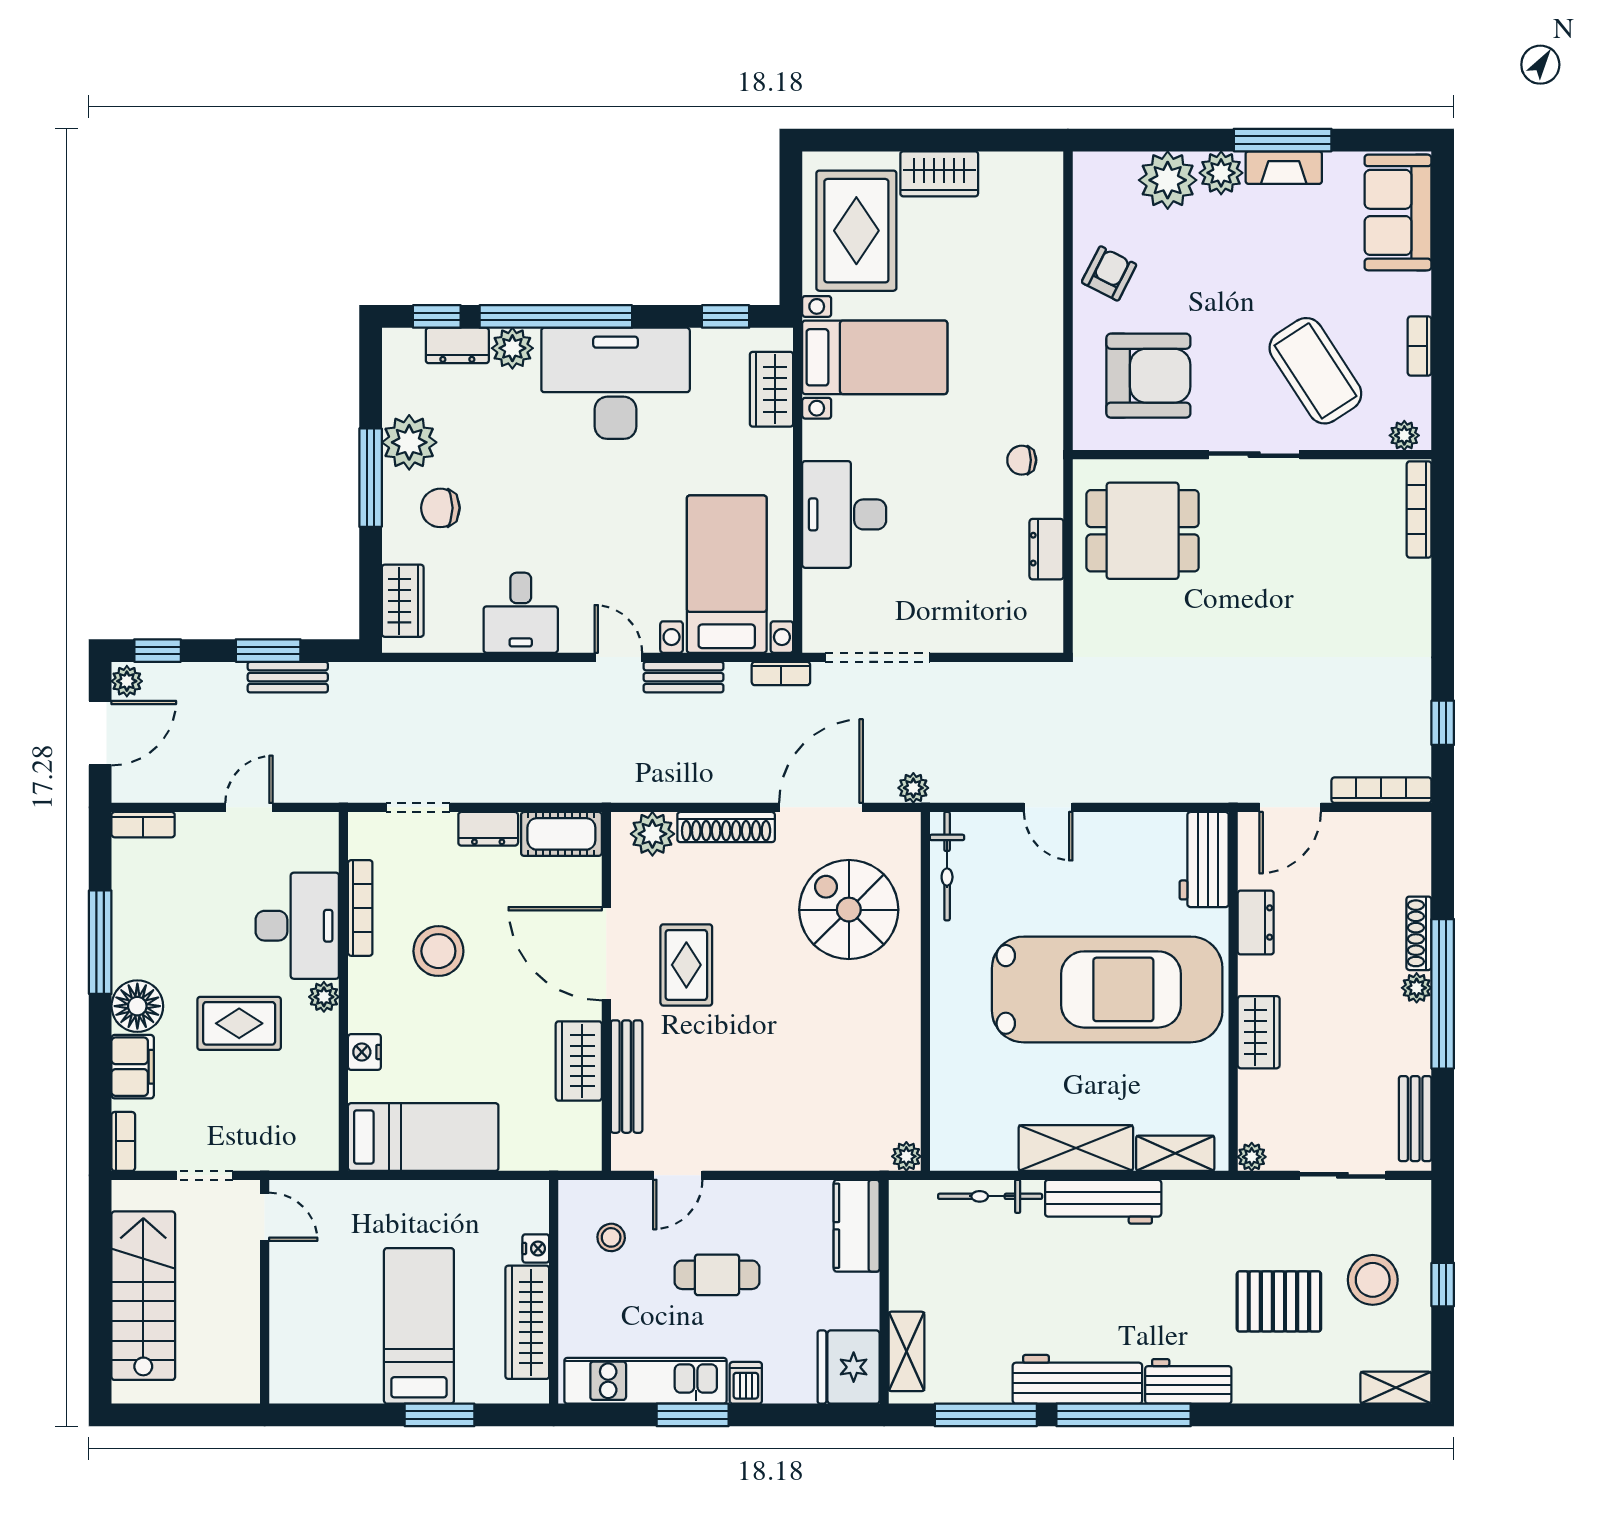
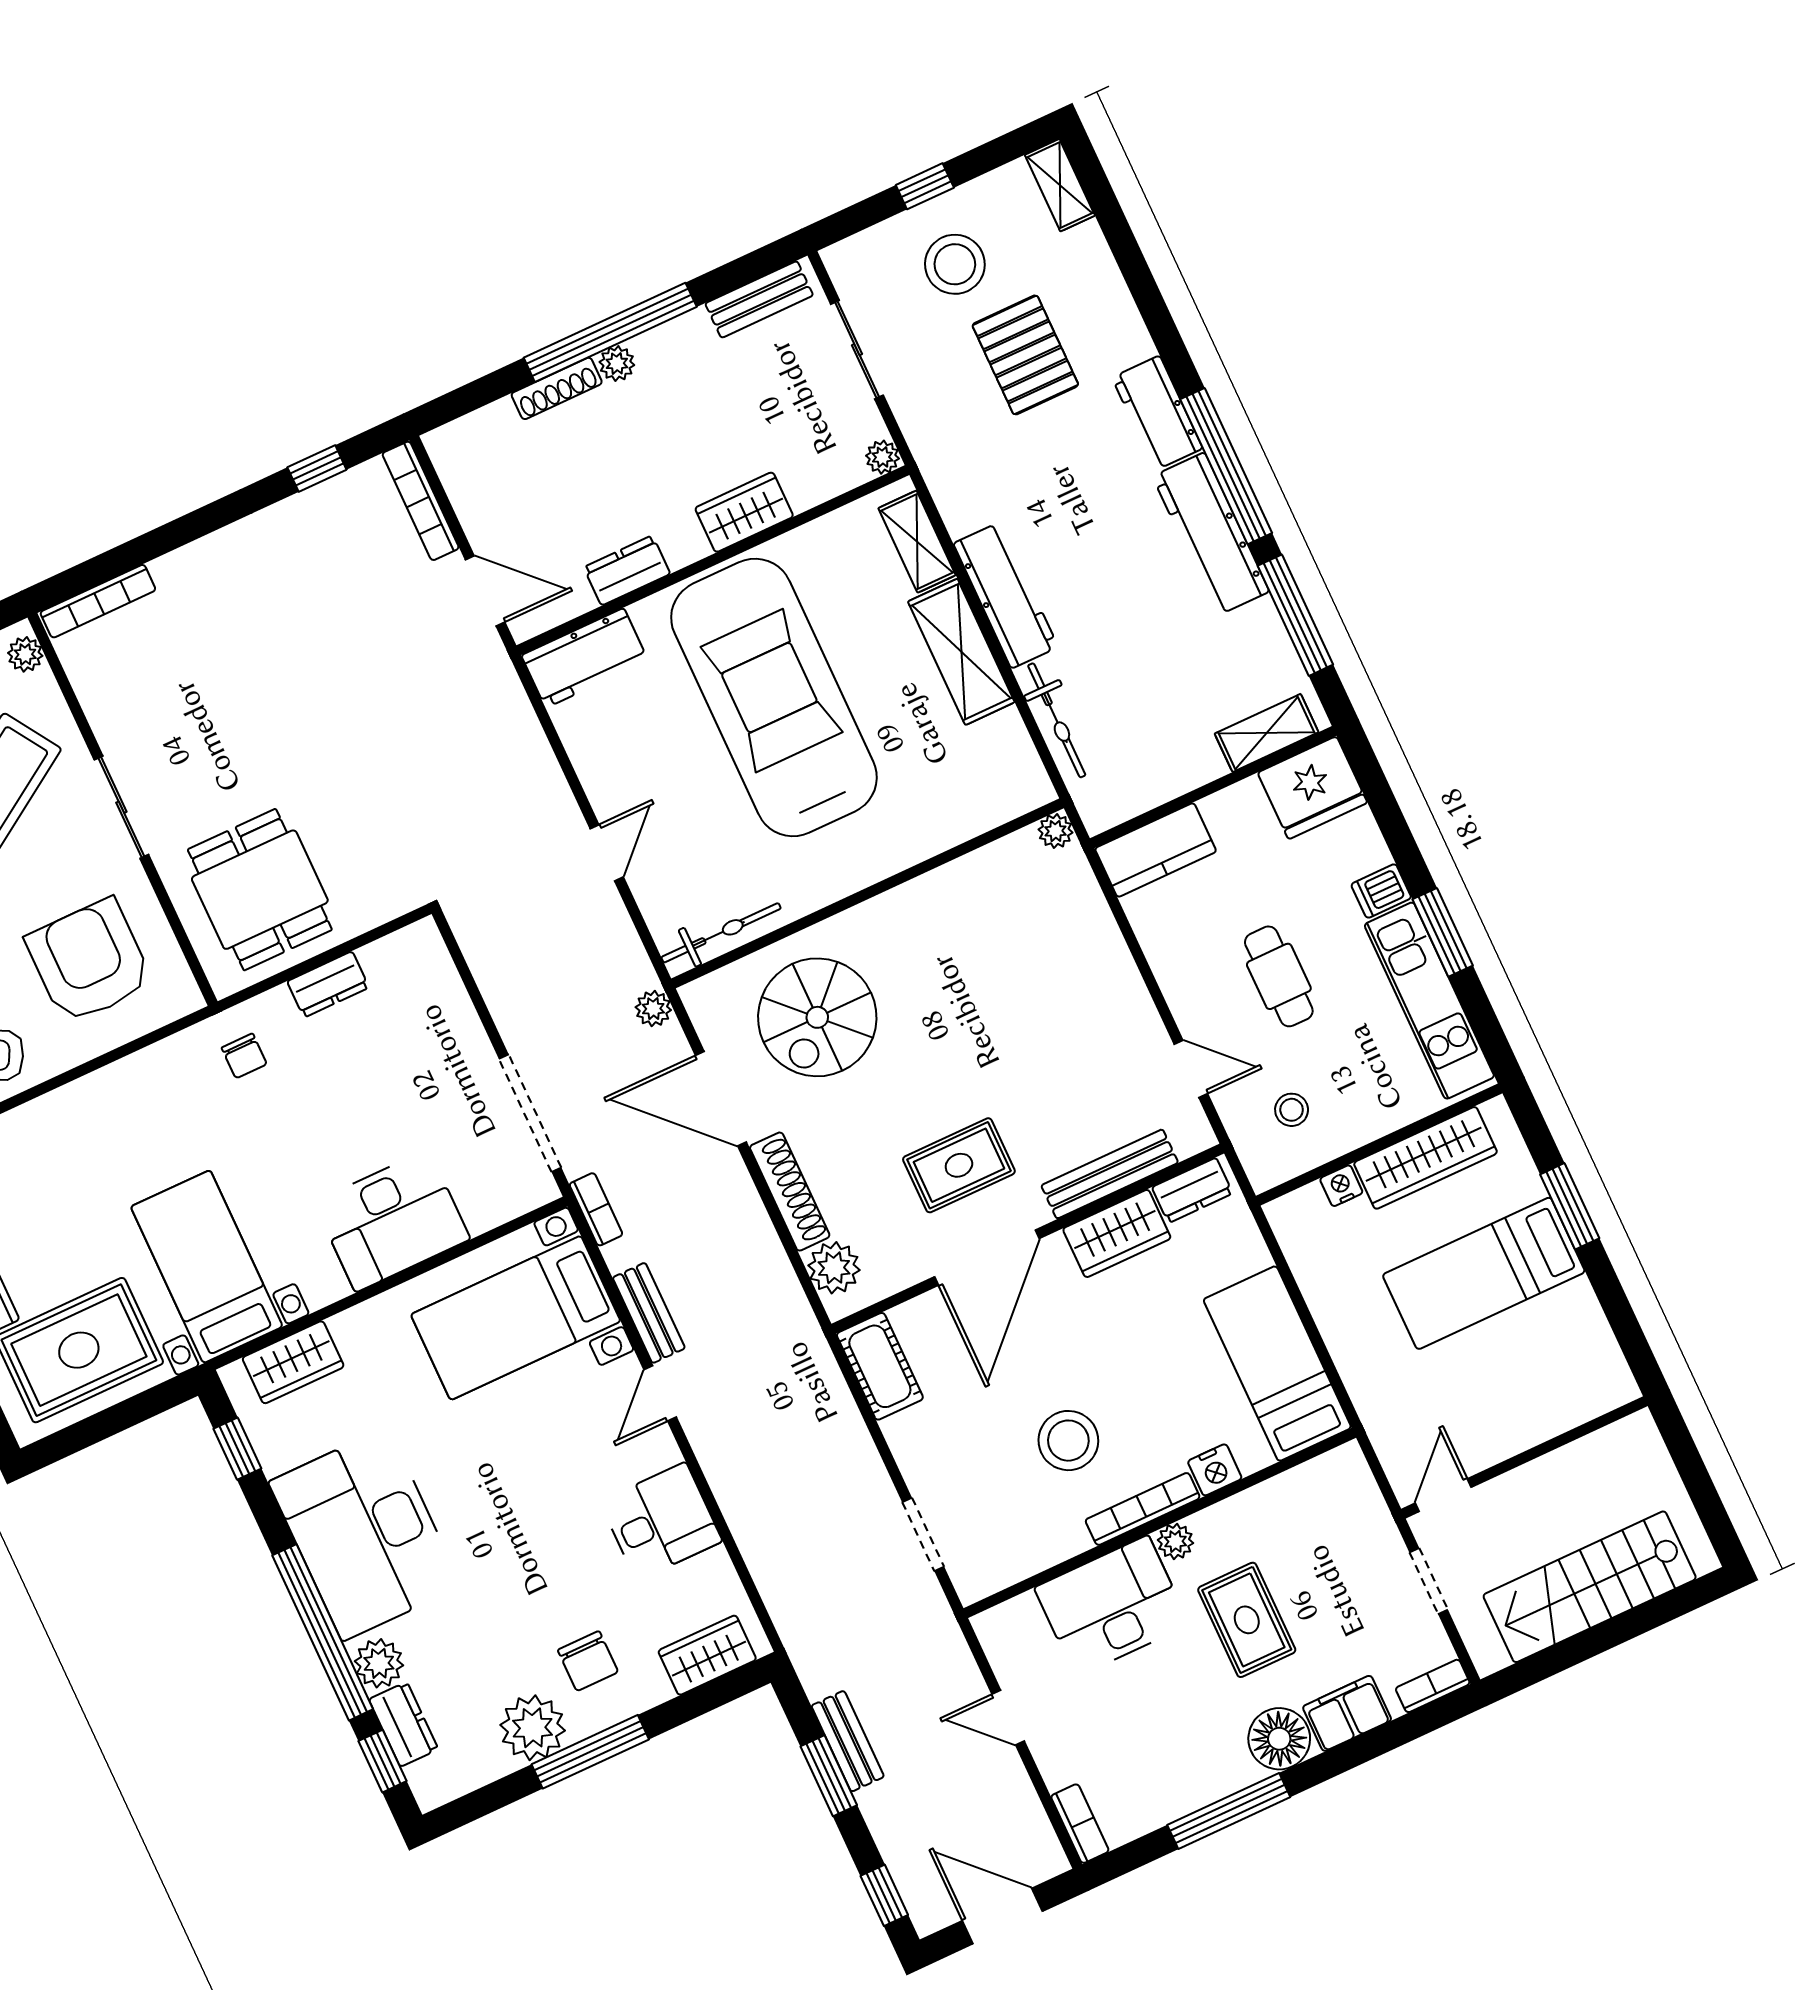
plant: (127, 681) -> (933, 1913), removed
dresser: (488, 829) -> (1192, 1190), moved, turned 90
bookcase: (360, 908) -> (1143, 1509), moved

